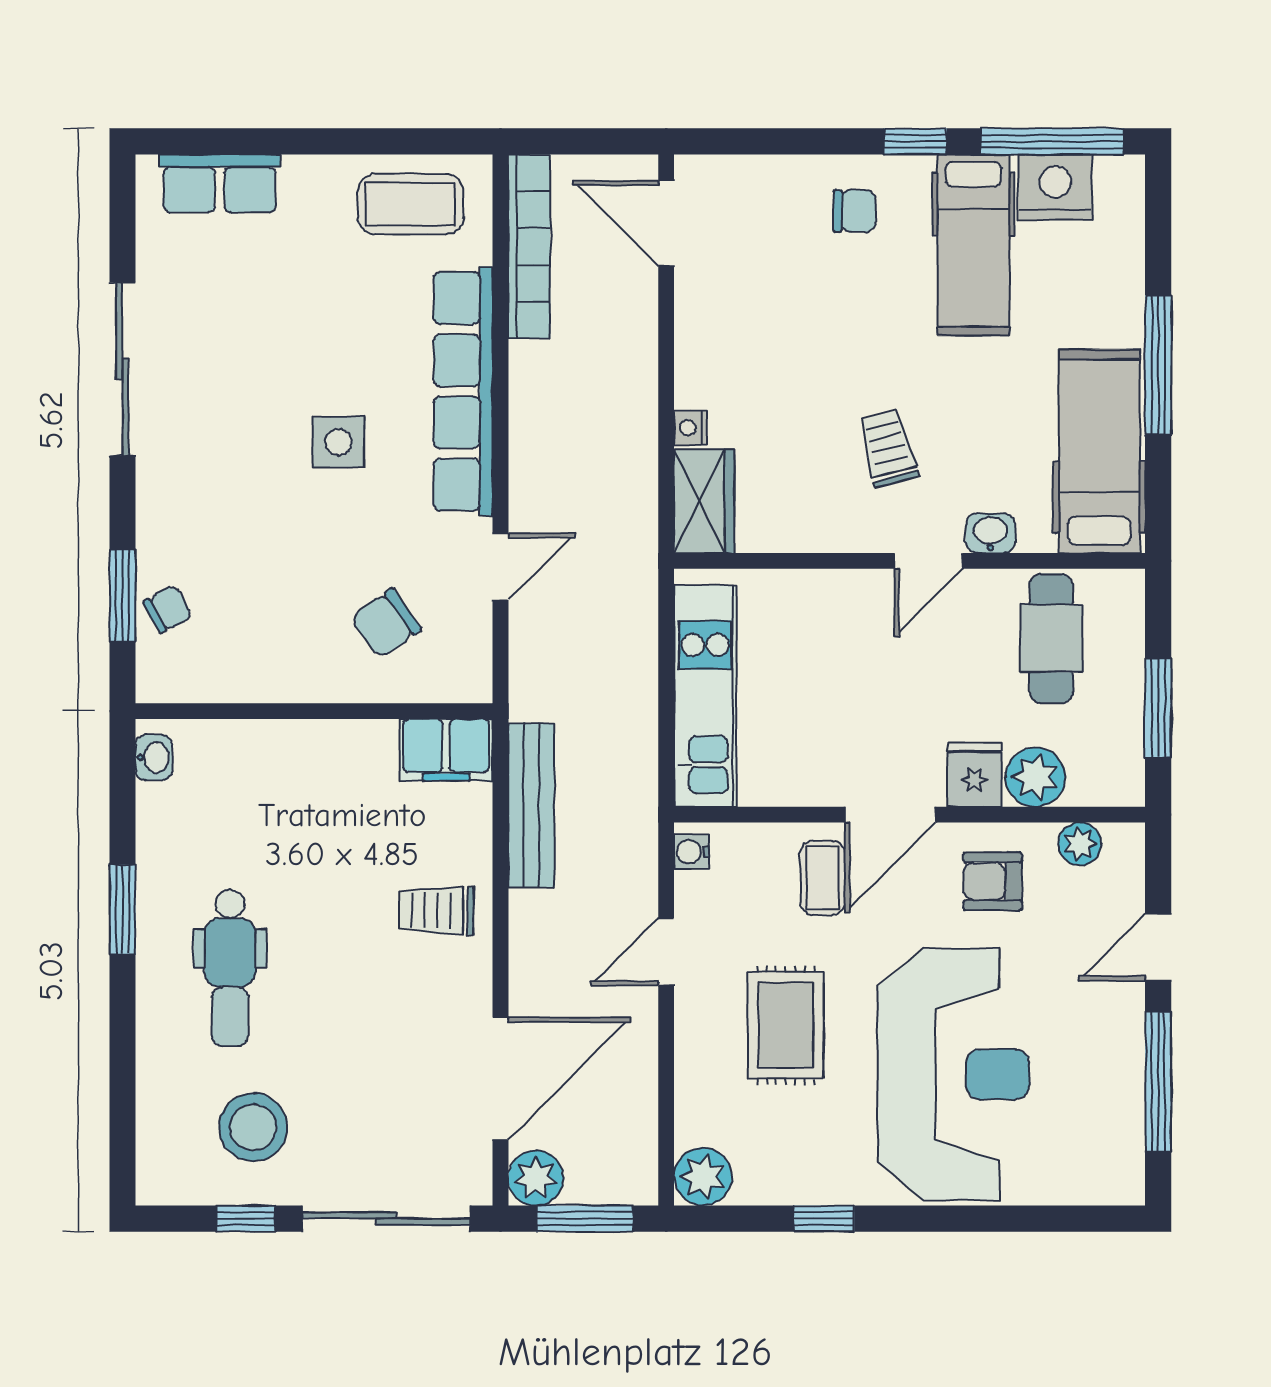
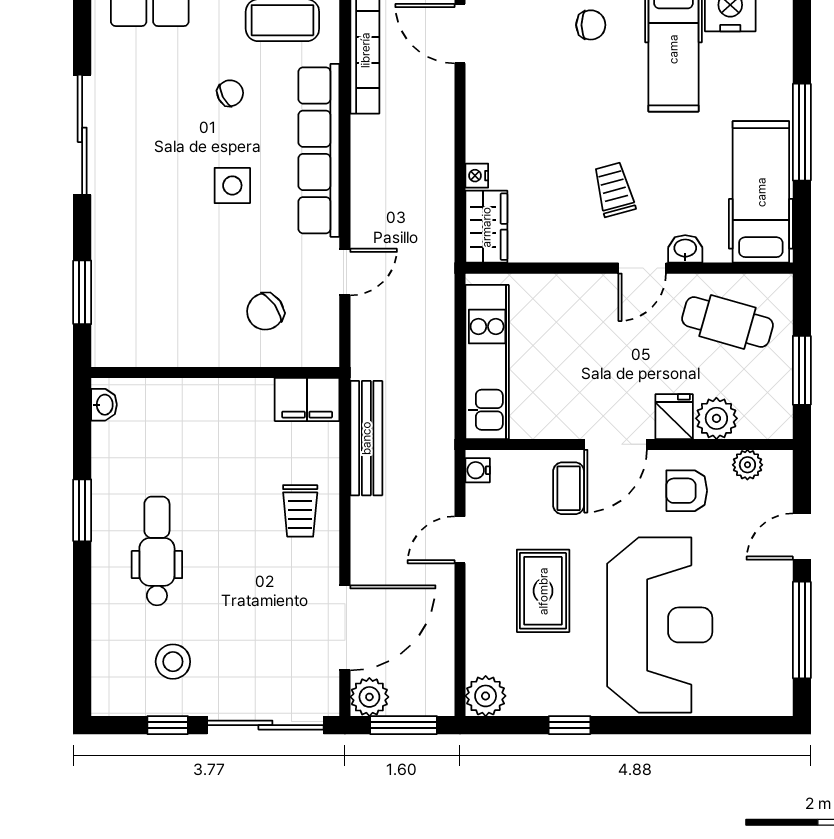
chair: (168, 609) -> (230, 93), moved
cafe table: (1051, 638) -> (728, 322), turned -74
trolley: (436, 910) -> (300, 511), turned -91
dental chair: (230, 968) -> (157, 551), turned 180
stool: (253, 1127) -> (173, 662), width x0.73, depth x0.73

